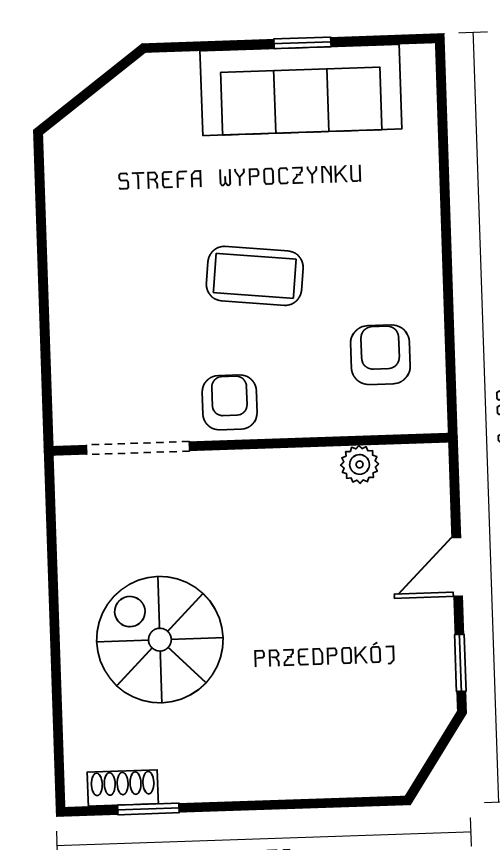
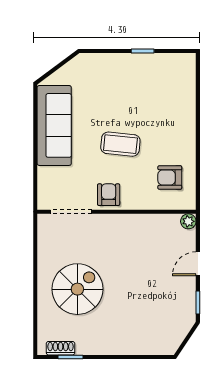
sofa: (301, 90) -> (54, 125), moved, turned -90
armchair: (380, 355) -> (170, 178), turned -90
plant: (360, 464) -> (188, 221), moved
spiral stairs: (160, 640) -> (77, 289), turned 90

